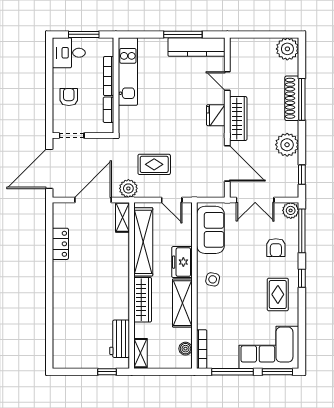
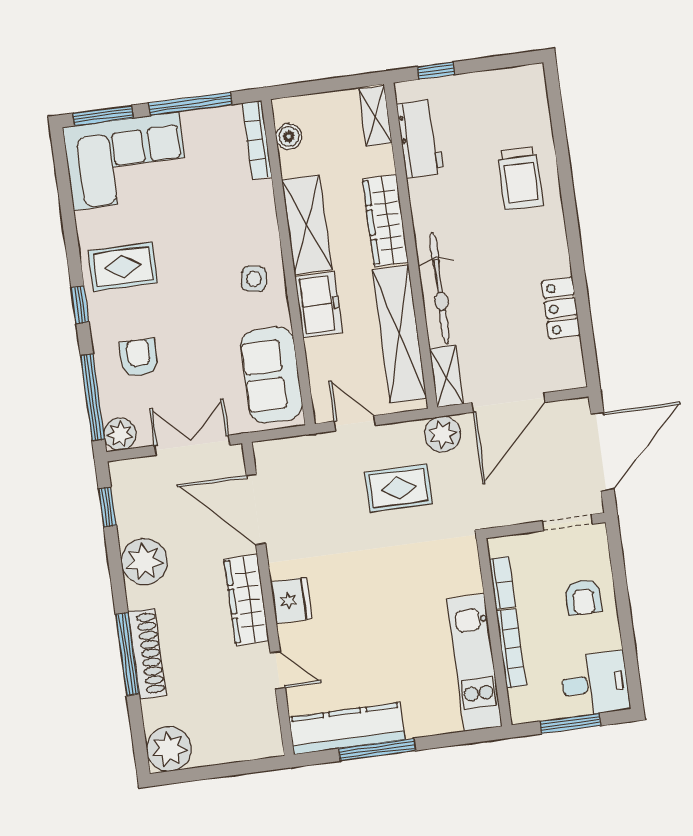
bicycle: (120, 262) -> (439, 288), added
rug: (278, 294) -> (123, 267), turned 90
trolley: (72, 312) -> (520, 178), added

